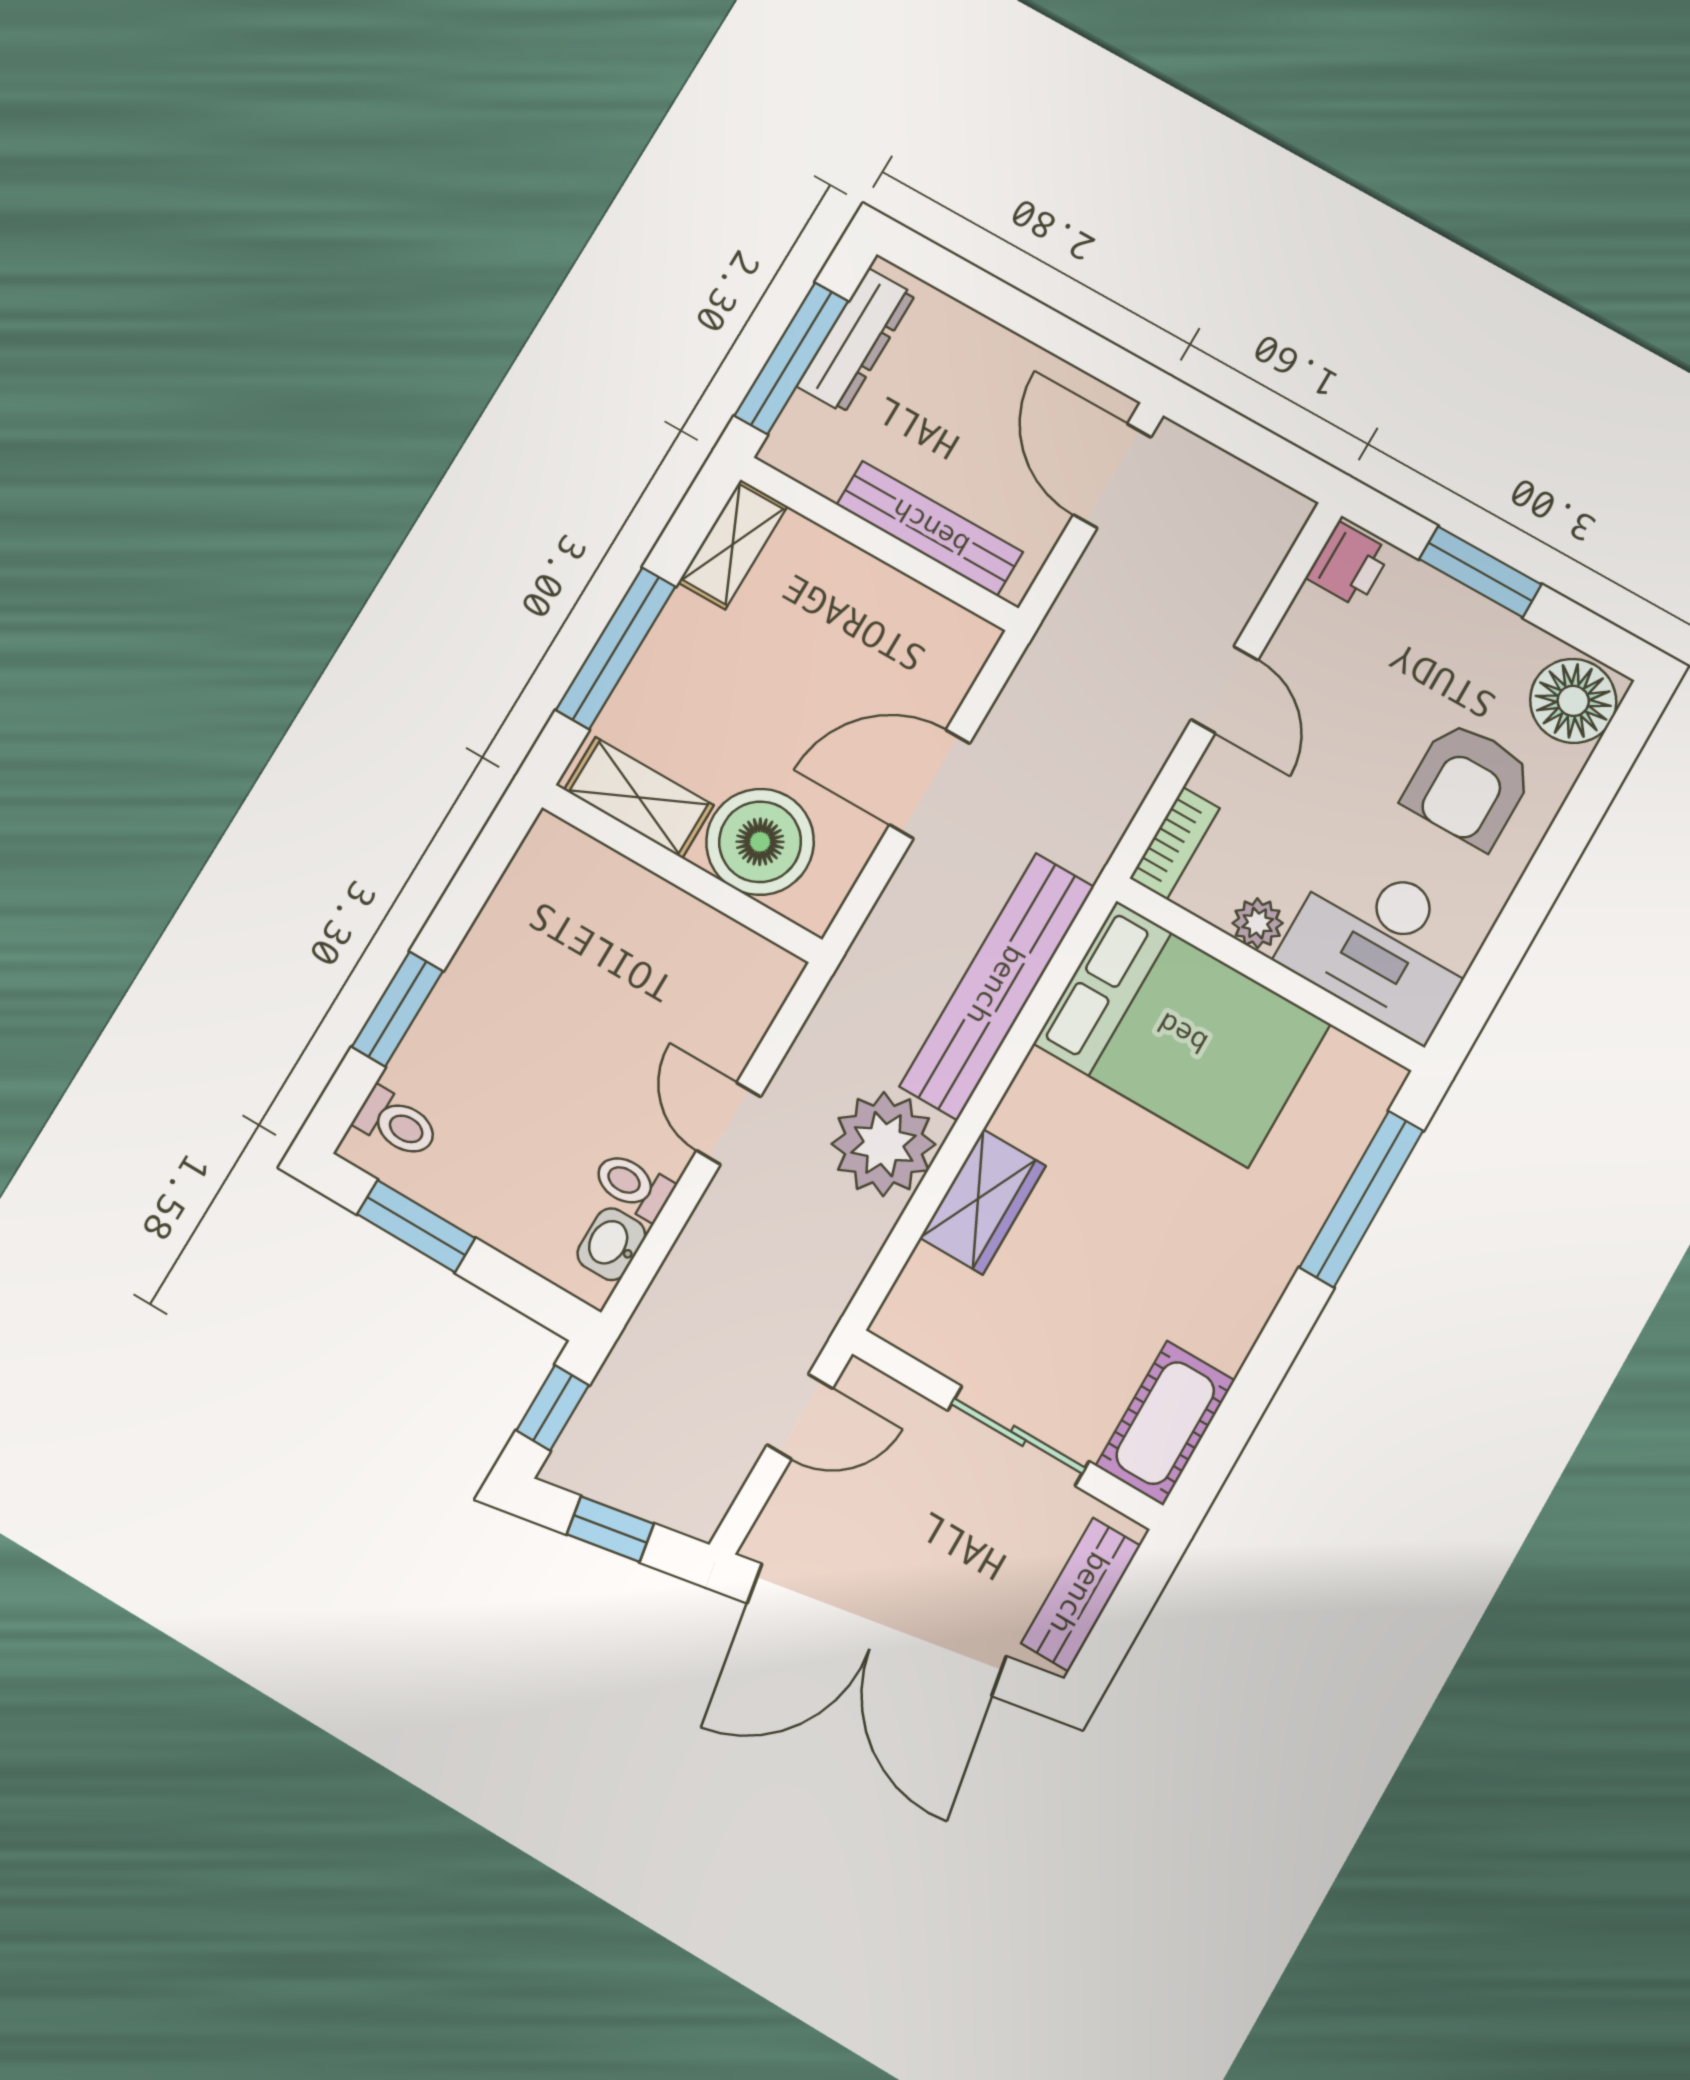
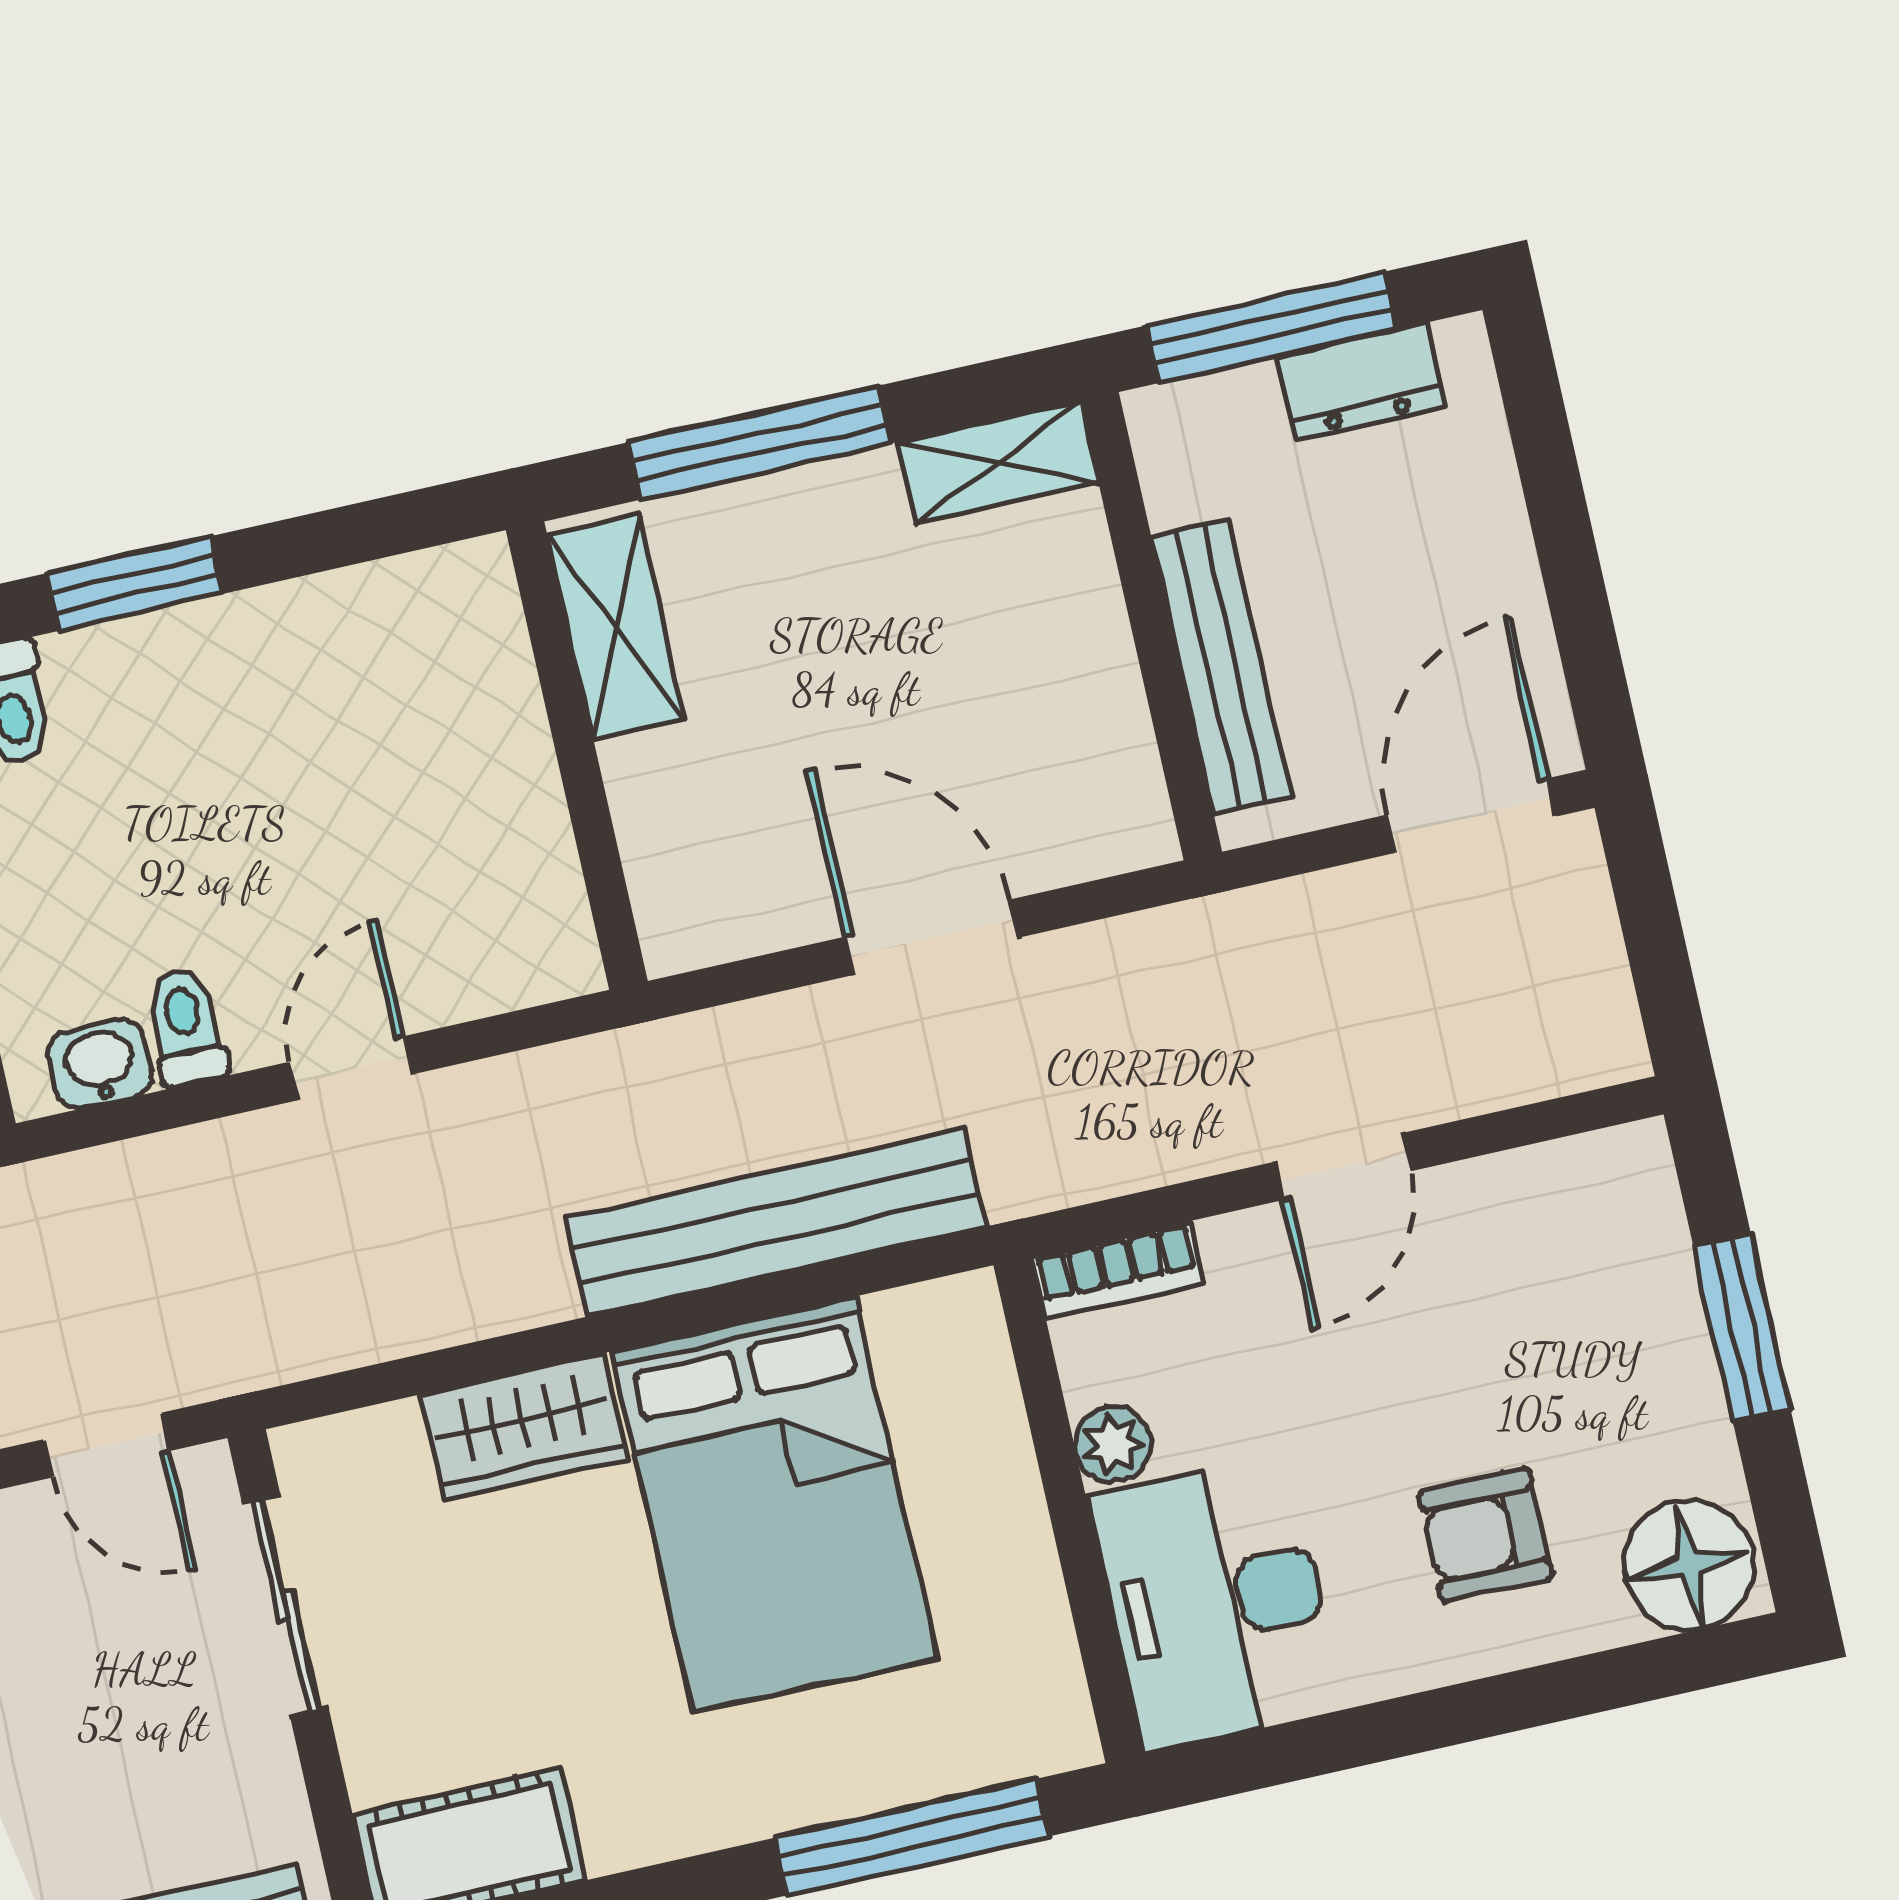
dresser: (856, 340) -> (1360, 381), width x0.70
printer: (1349, 564) -> (1614, 1174), removed
armchair: (1468, 785) -> (1485, 1535), width x0.72, depth x0.72
boiler: (760, 842) -> (692, 809), removed
bed: (1182, 1034) -> (774, 1505), moved
plant: (884, 1144) -> (486, 1259), removed
sliding door: (1018, 1436) -> (285, 1605), moved

